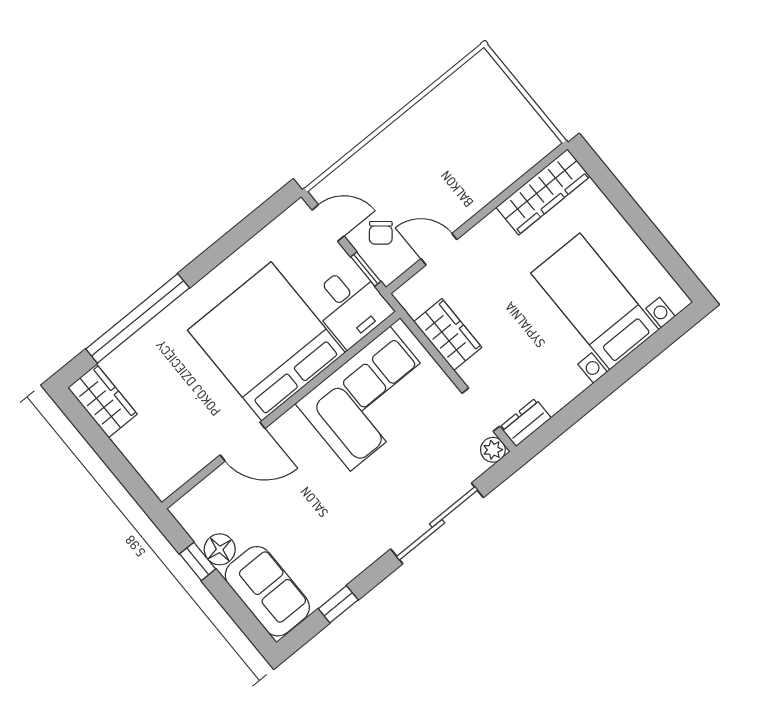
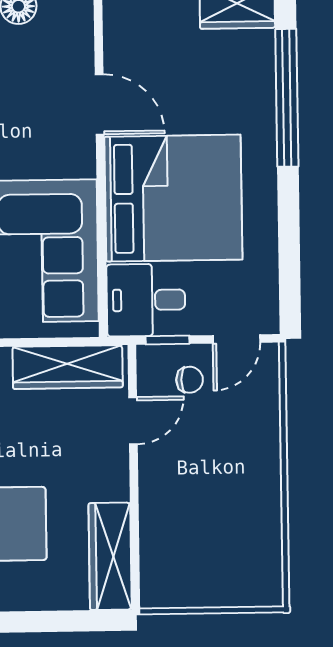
chair: (381, 233) -> (190, 380), turned 140
wardrobe: (448, 334) -> (68, 367), width x1.50
door: (243, 442) -> (100, 104), swing flipped

